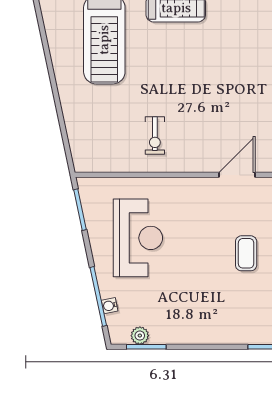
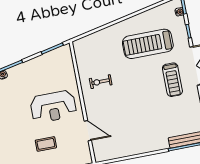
reception desk: (138, 238) -> (53, 107), moved

